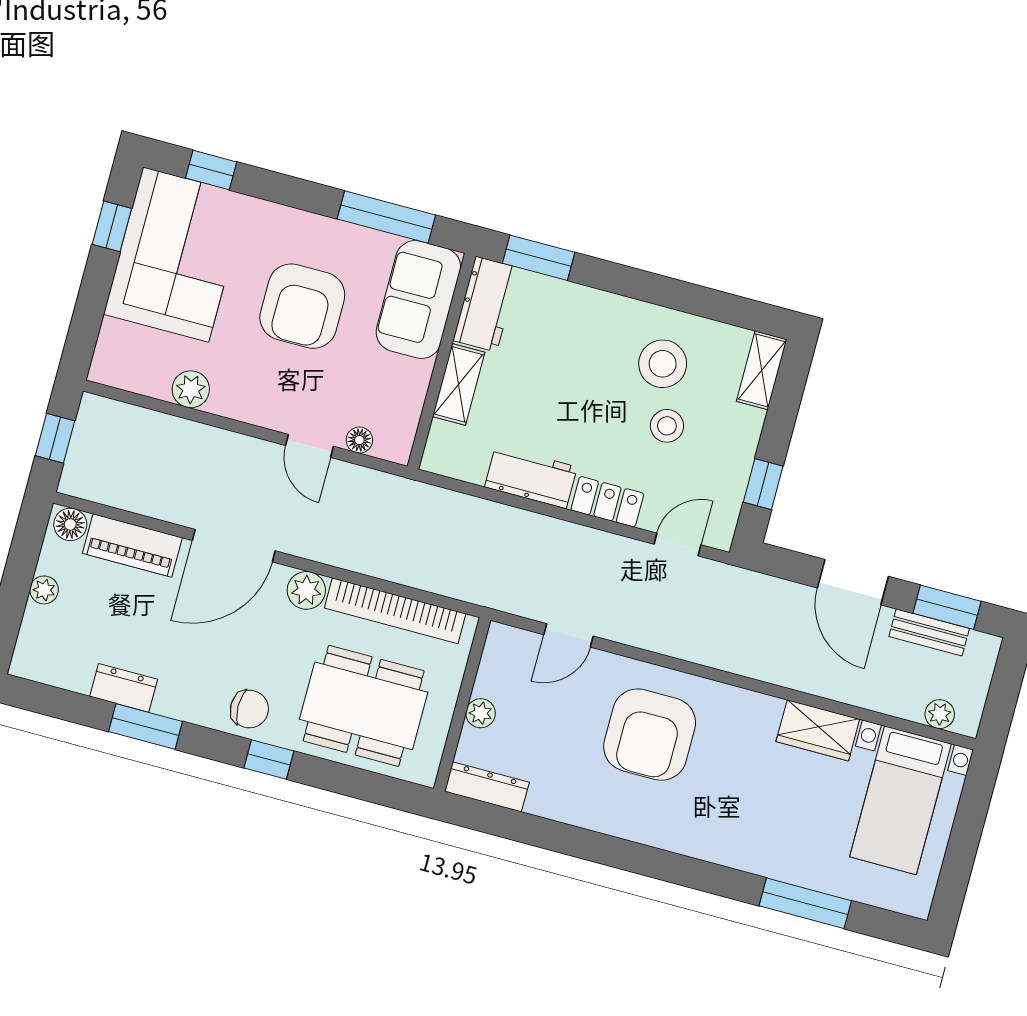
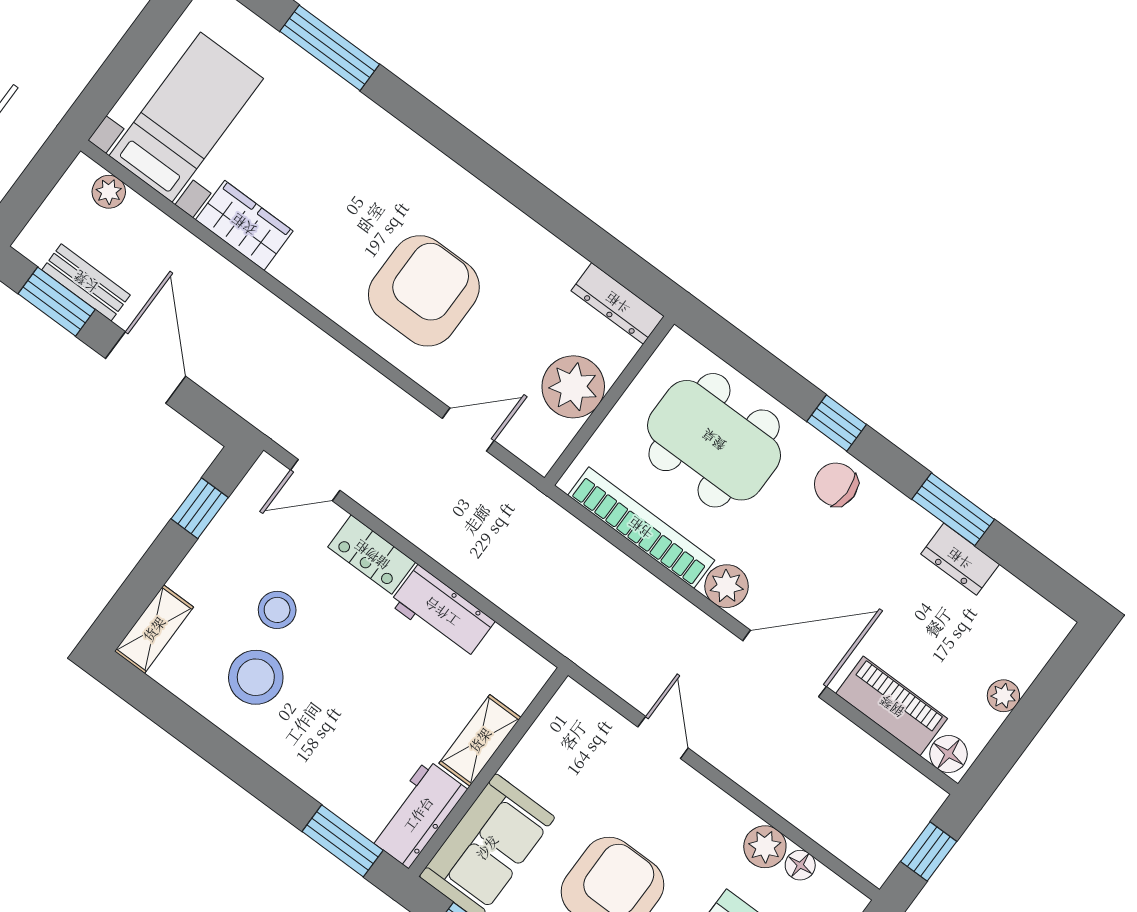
floor lamp: (359, 440) -> (800, 865), moved
plant: (481, 713) -> (573, 387), width x1.88, depth x1.88

